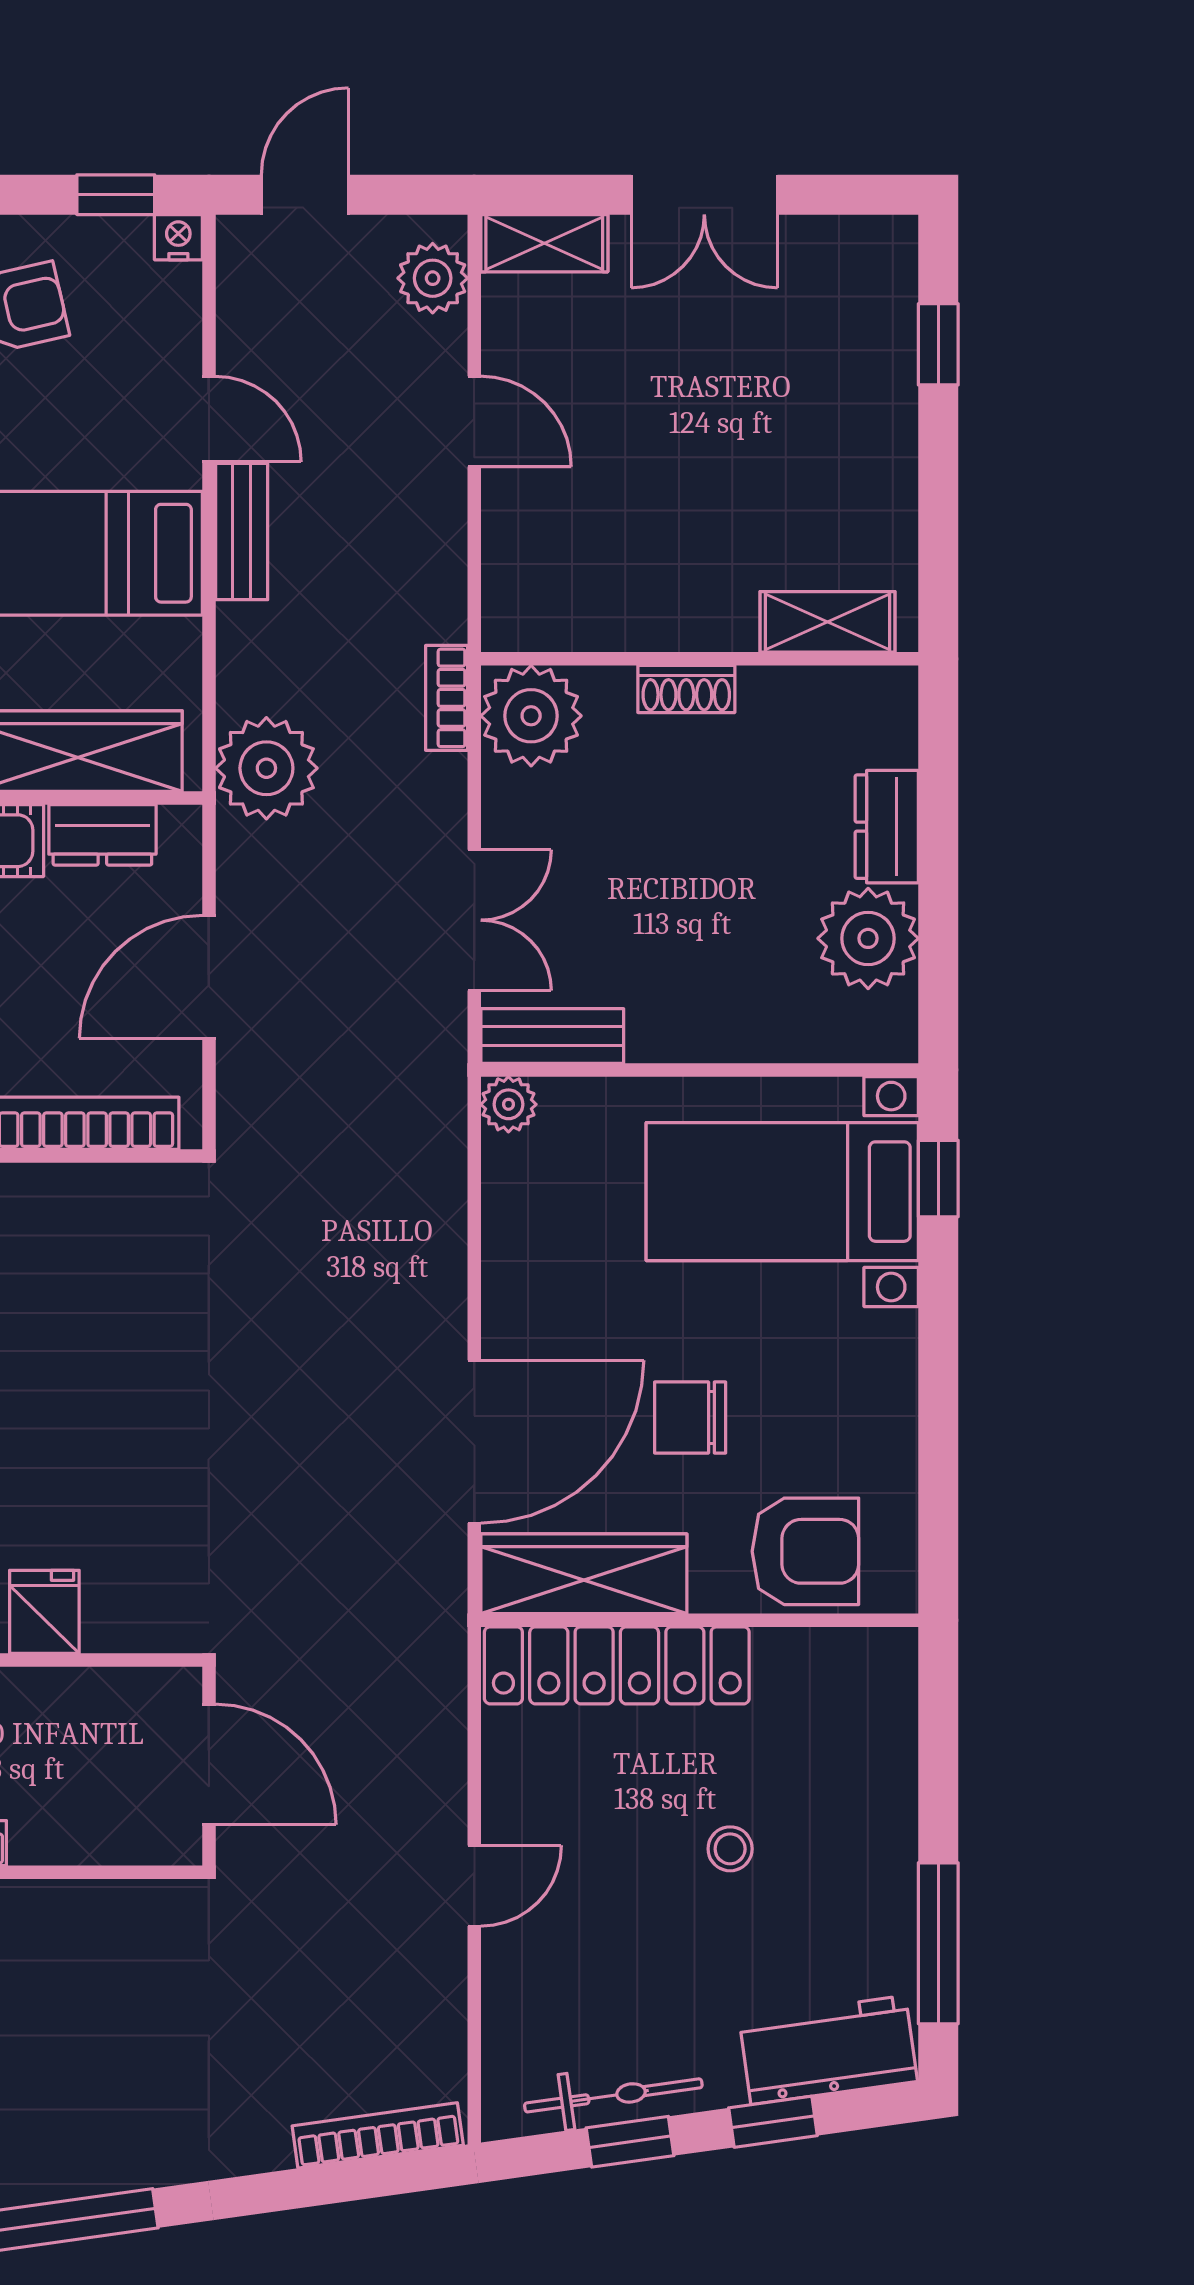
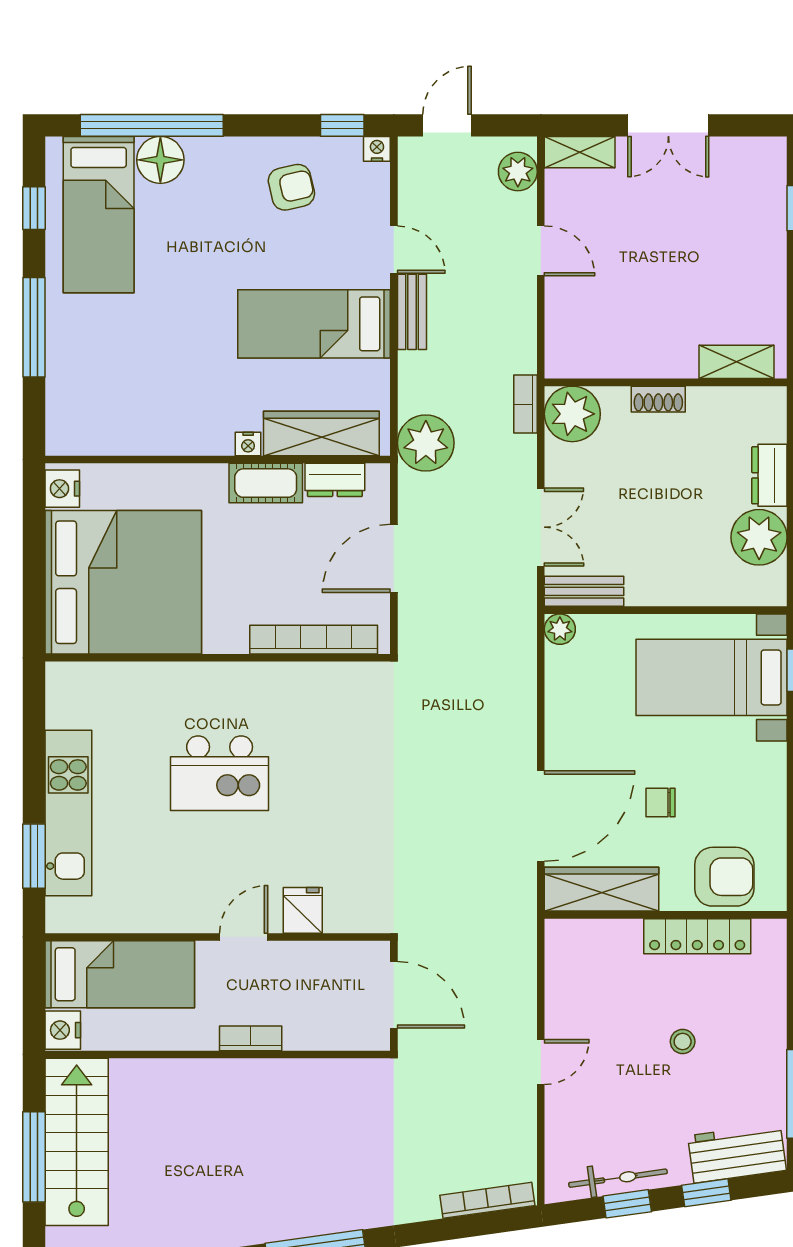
chair: (690, 1417) -> (660, 803), width x0.73, depth x0.73
locker: (617, 1665) -> (697, 936), moved, width x0.71, depth x0.83

